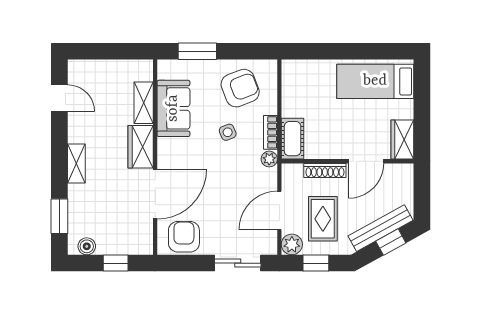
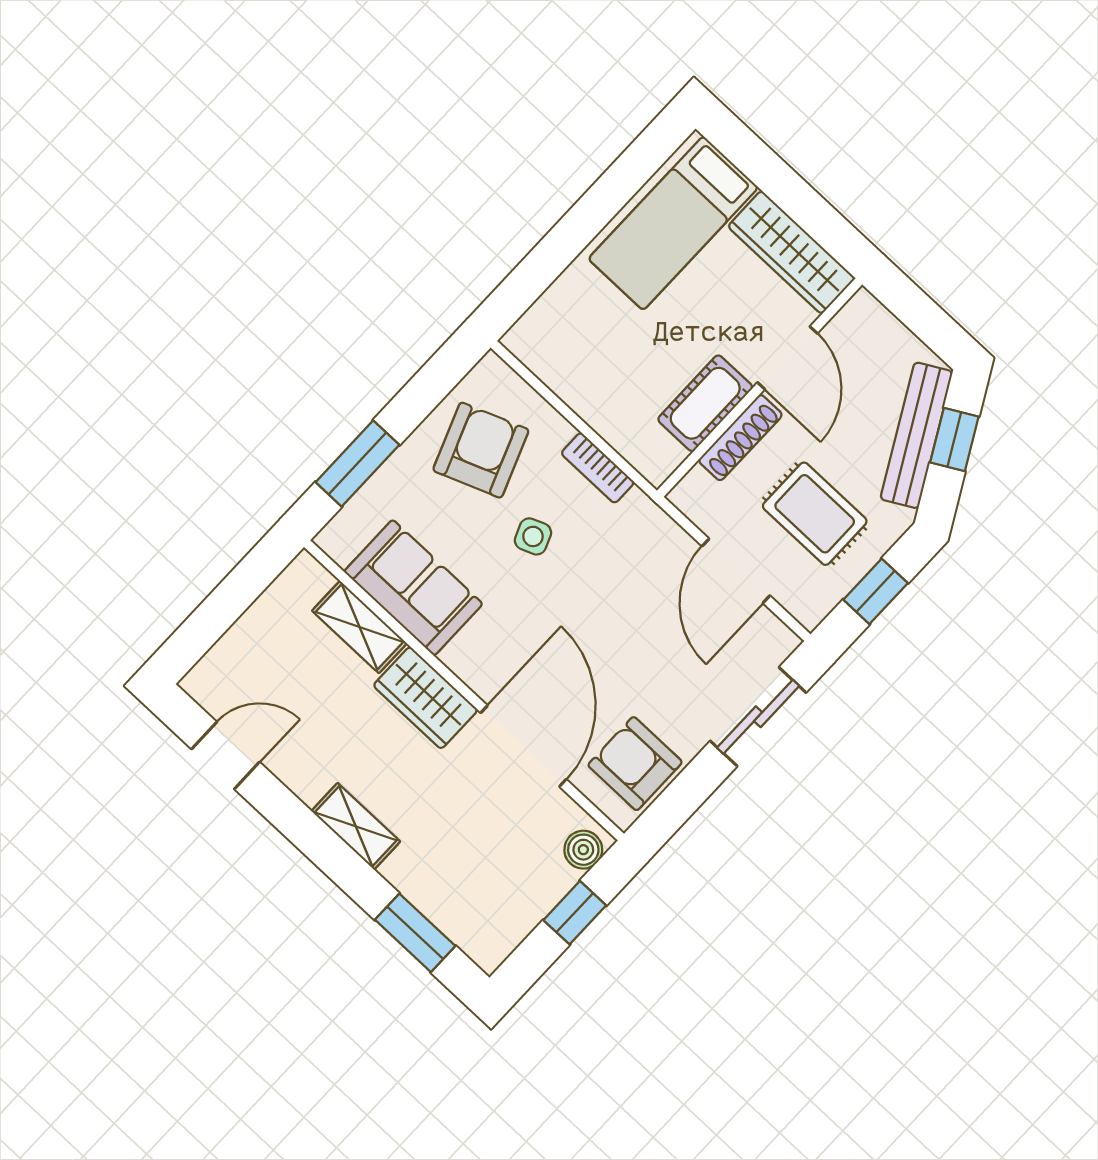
cot: (293, 139) -> (705, 403), moved, turned 90
wardrobe: (402, 140) -> (791, 252), width x1.50
plant: (269, 159) -> (638, 510), removed
plant: (292, 244) -> (809, 602), removed
boiler: (87, 246) -> (583, 850), moved

